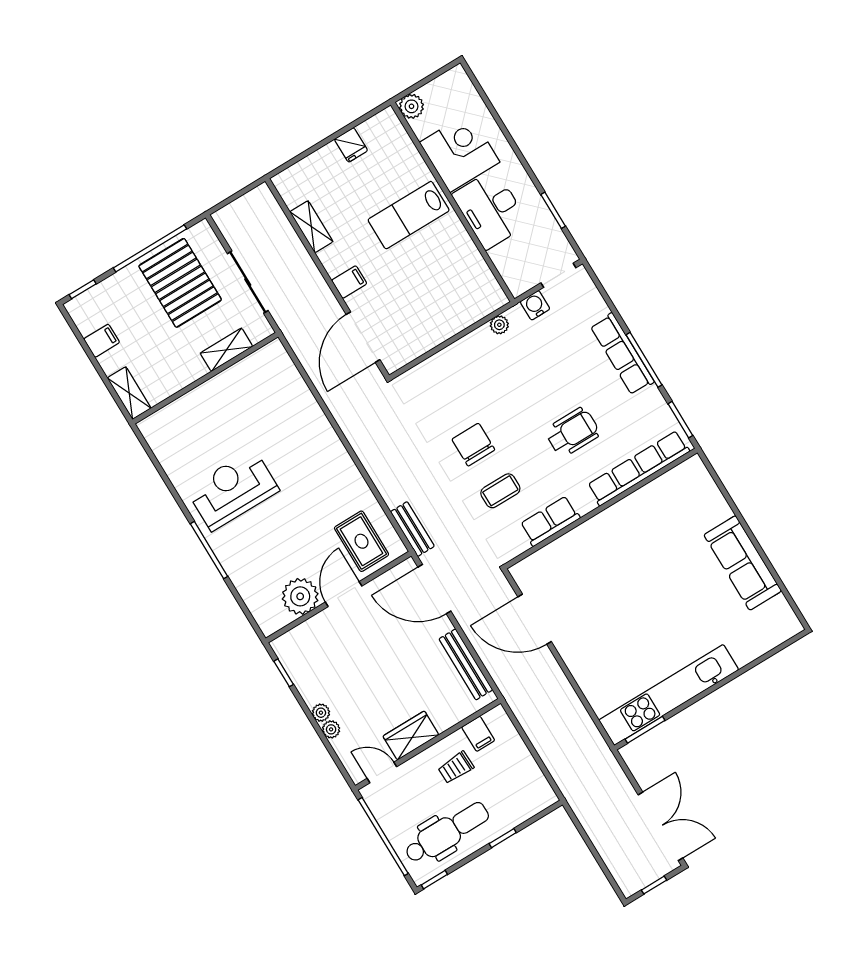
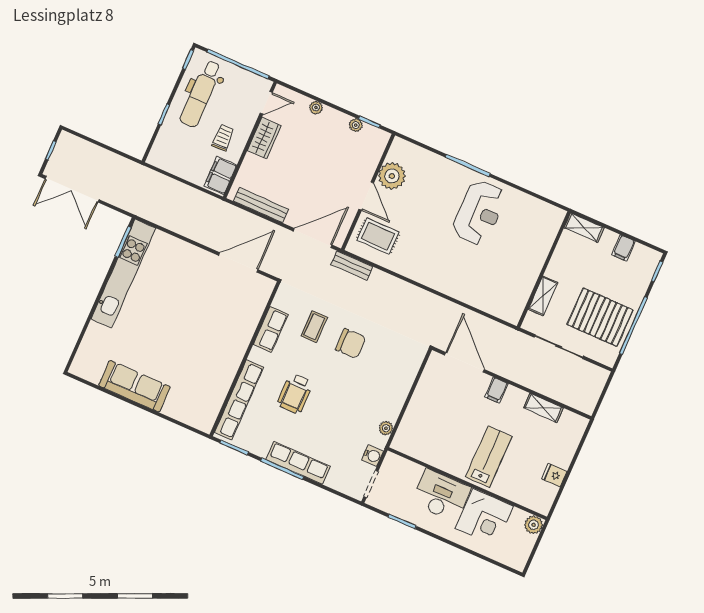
plant: (321, 713) -> (356, 125), moved
filing cabinet: (478, 734) -> (220, 175), width x2.00

